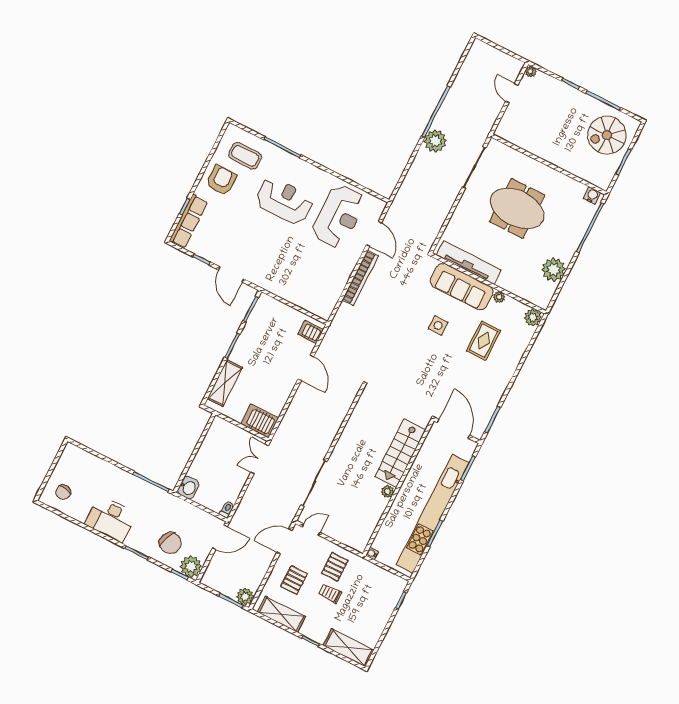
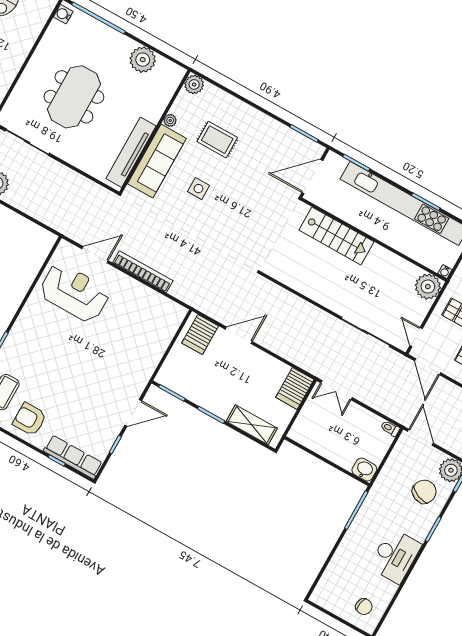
reception desk: (284, 201) -> (55, 351), removed
server rack: (311, 332) -> (200, 334), width x1.36, depth x1.44
plant: (388, 492) -> (428, 287), moved, width x1.87, depth x1.87

